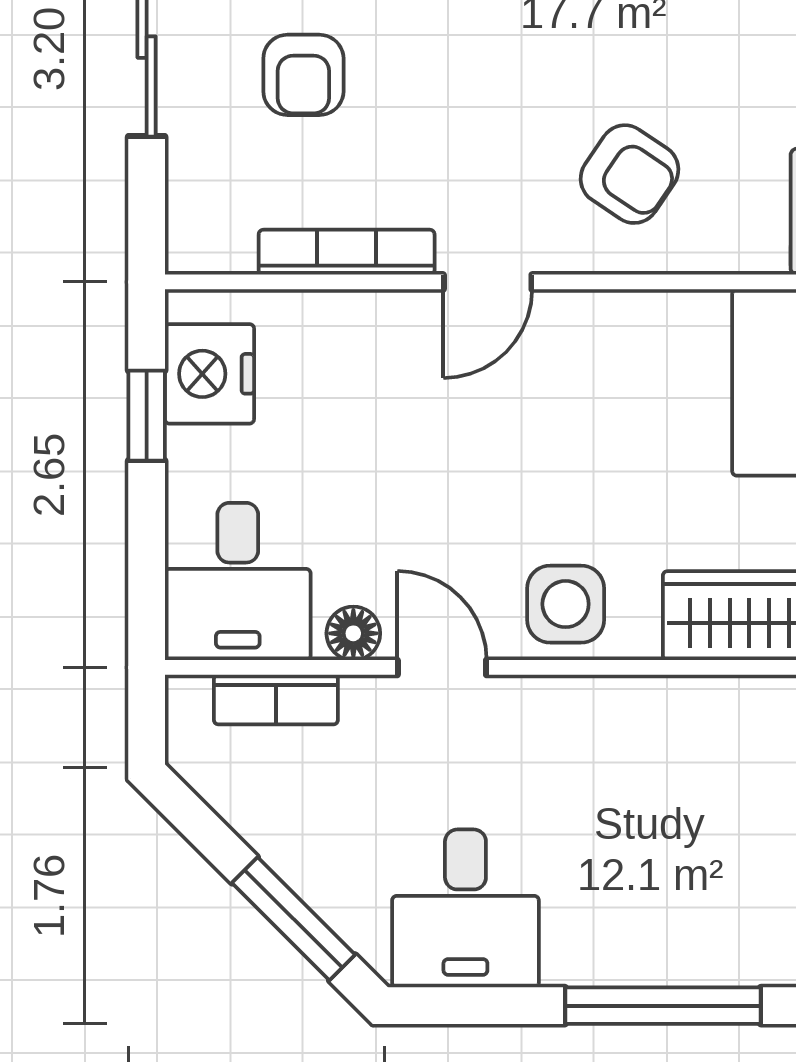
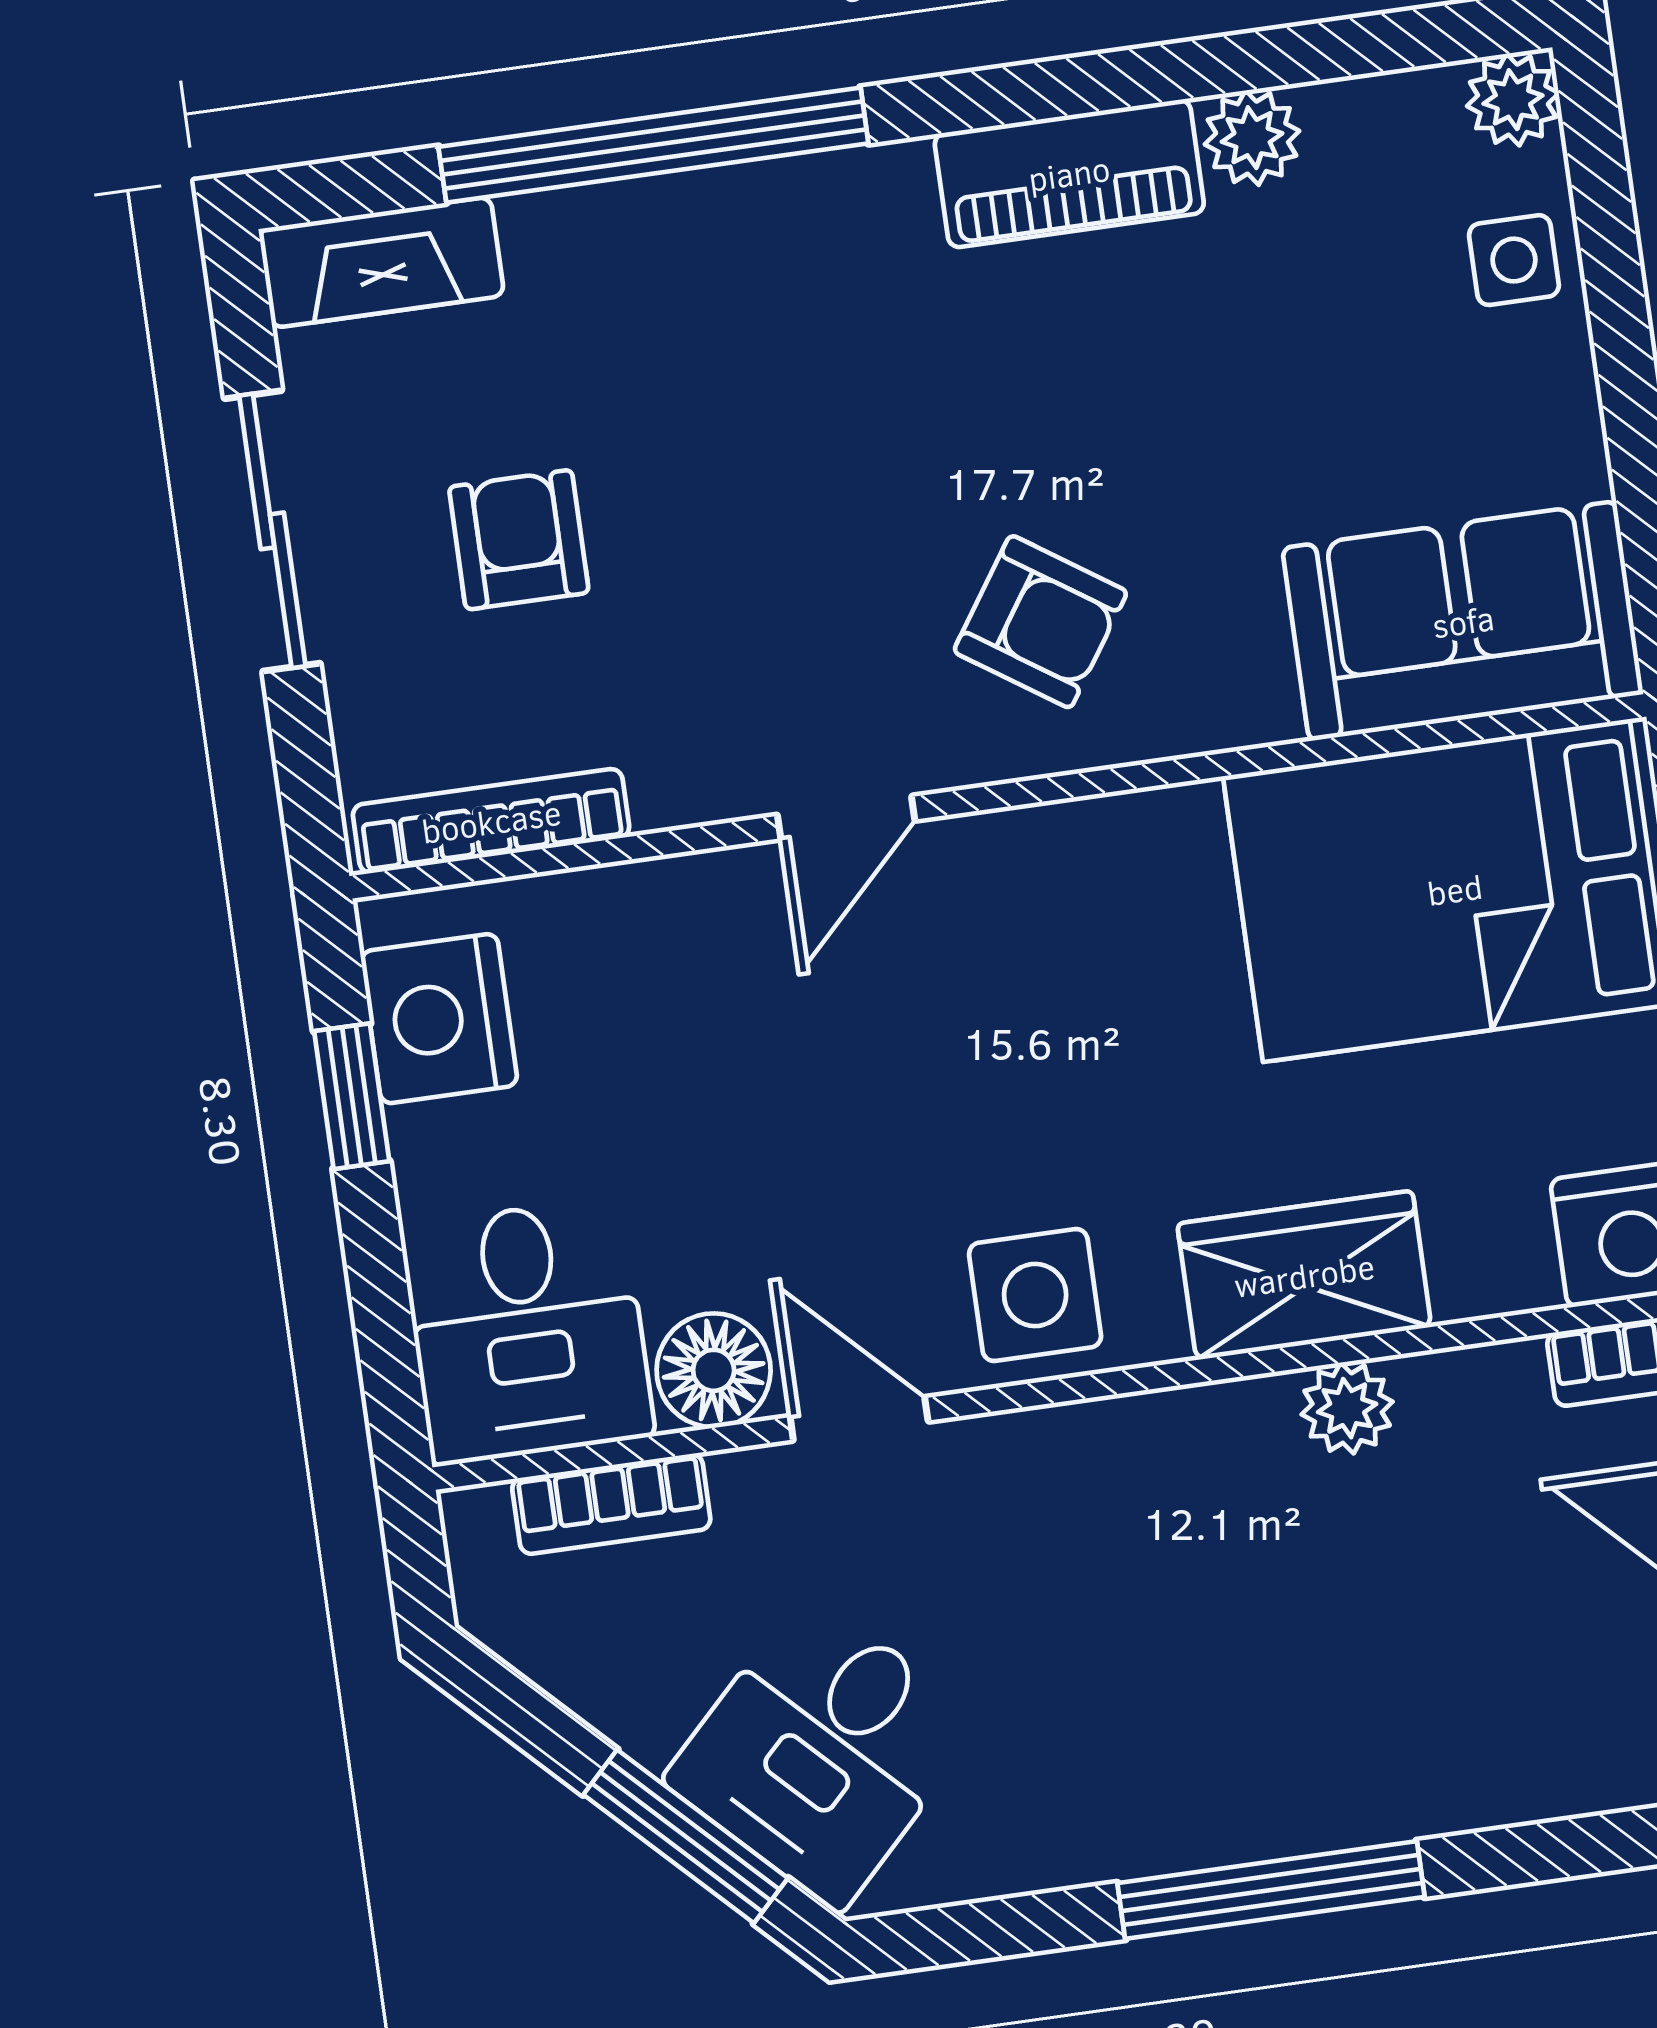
armchair: (303, 75) -> (519, 540), turned 180
bookcase: (347, 252) -> (491, 821), moved
floor lamp: (353, 633) -> (714, 1370), width x1.37, depth x1.37
plant: (755, 704) -> (1347, 1408), added
desk: (465, 908) -> (823, 1751), moved, turned 45

